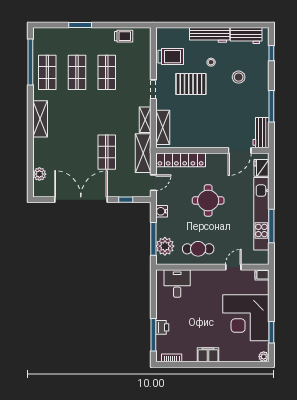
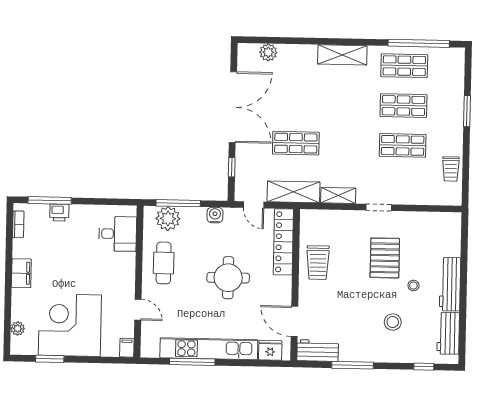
trolley: (171, 57) -> (318, 263), moved
shelving: (163, 127) -> (328, 219), removed
plant: (264, 357) -> (18, 328), moved

